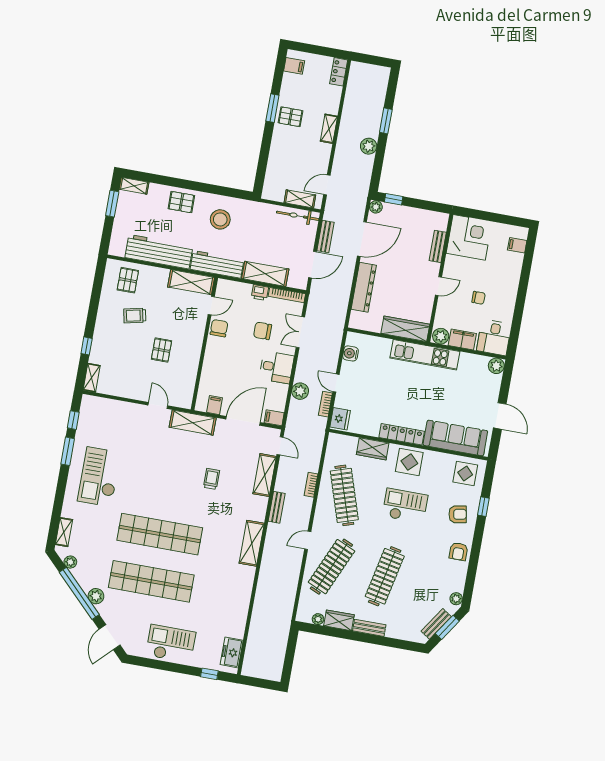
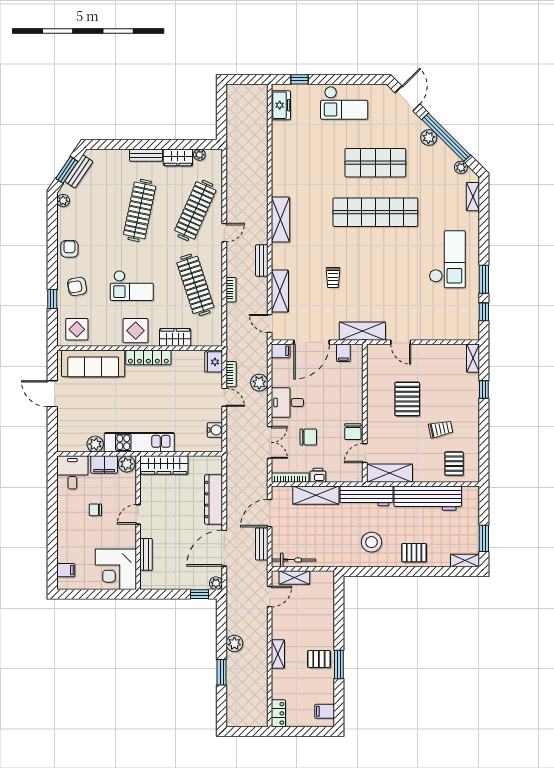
pallet: (162, 350) -> (407, 399), width x1.50, depth x1.42
plant: (496, 366) -> (95, 444), moved
shop shelf: (151, 581) -> (375, 163), width x0.71

